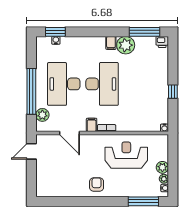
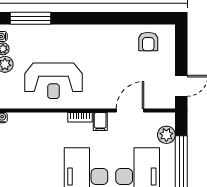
door: (69, 133) -> (130, 111), hinge flipped
armchair: (97, 184) -> (148, 41), moved

